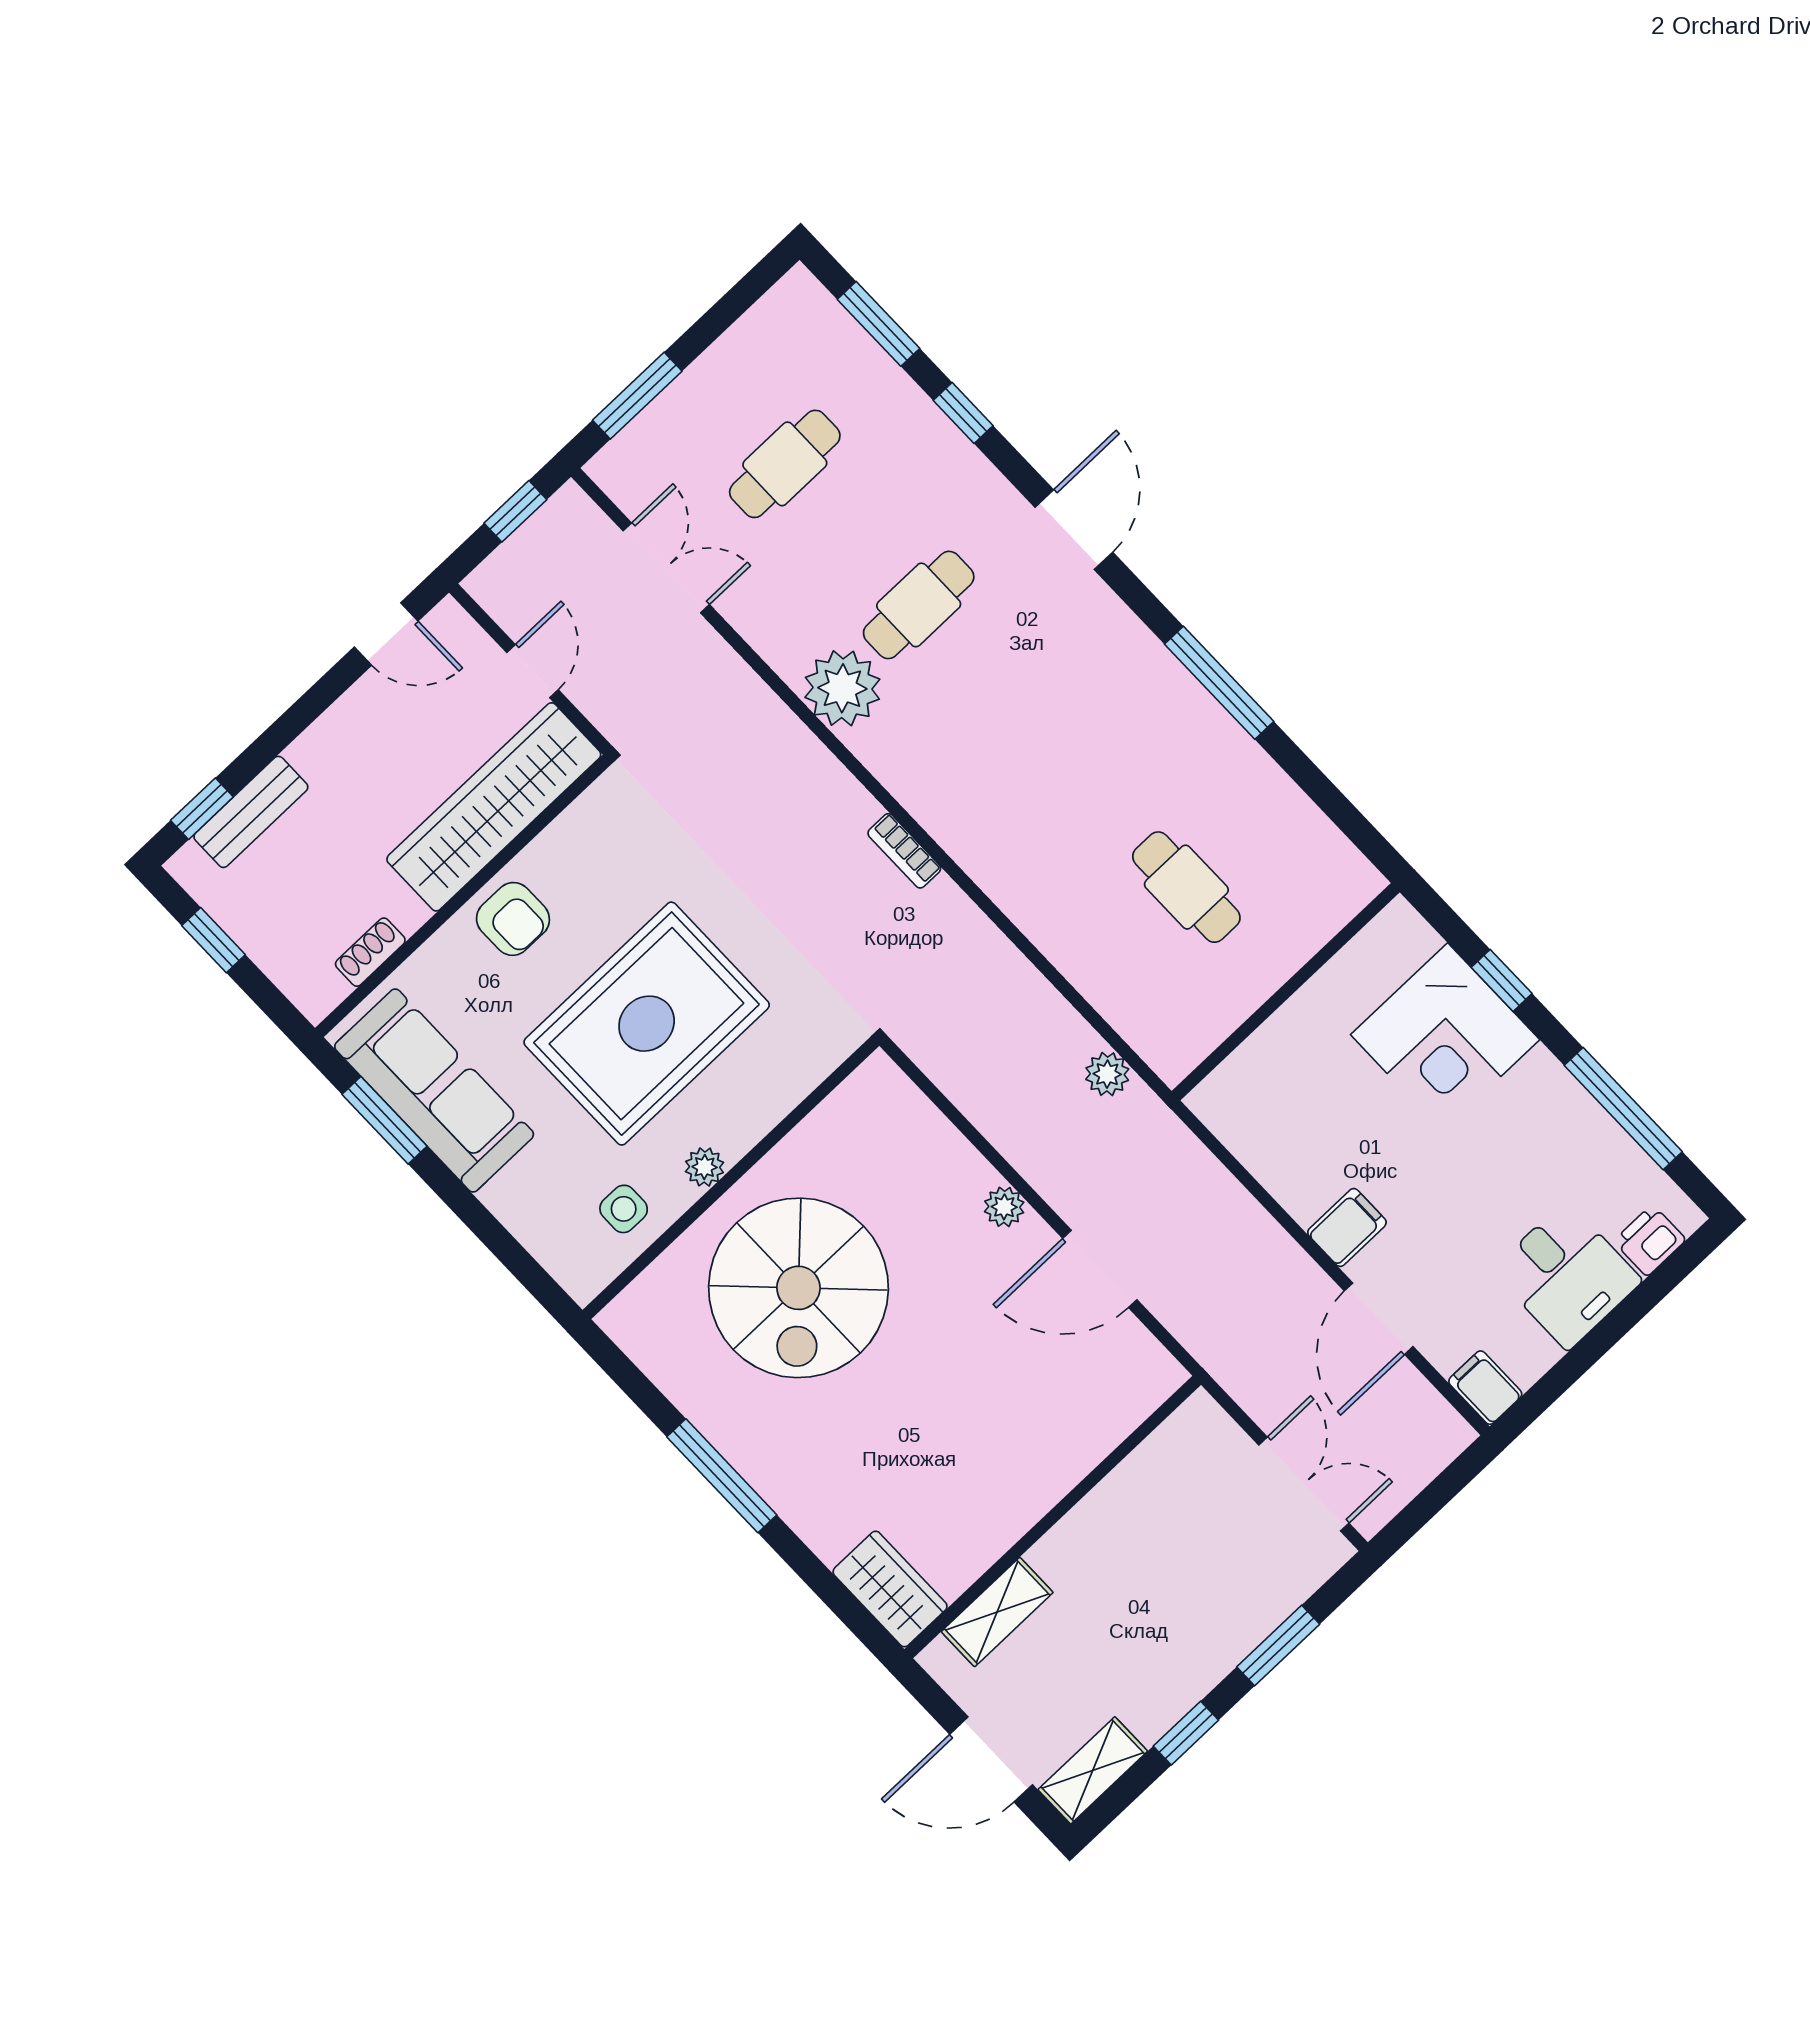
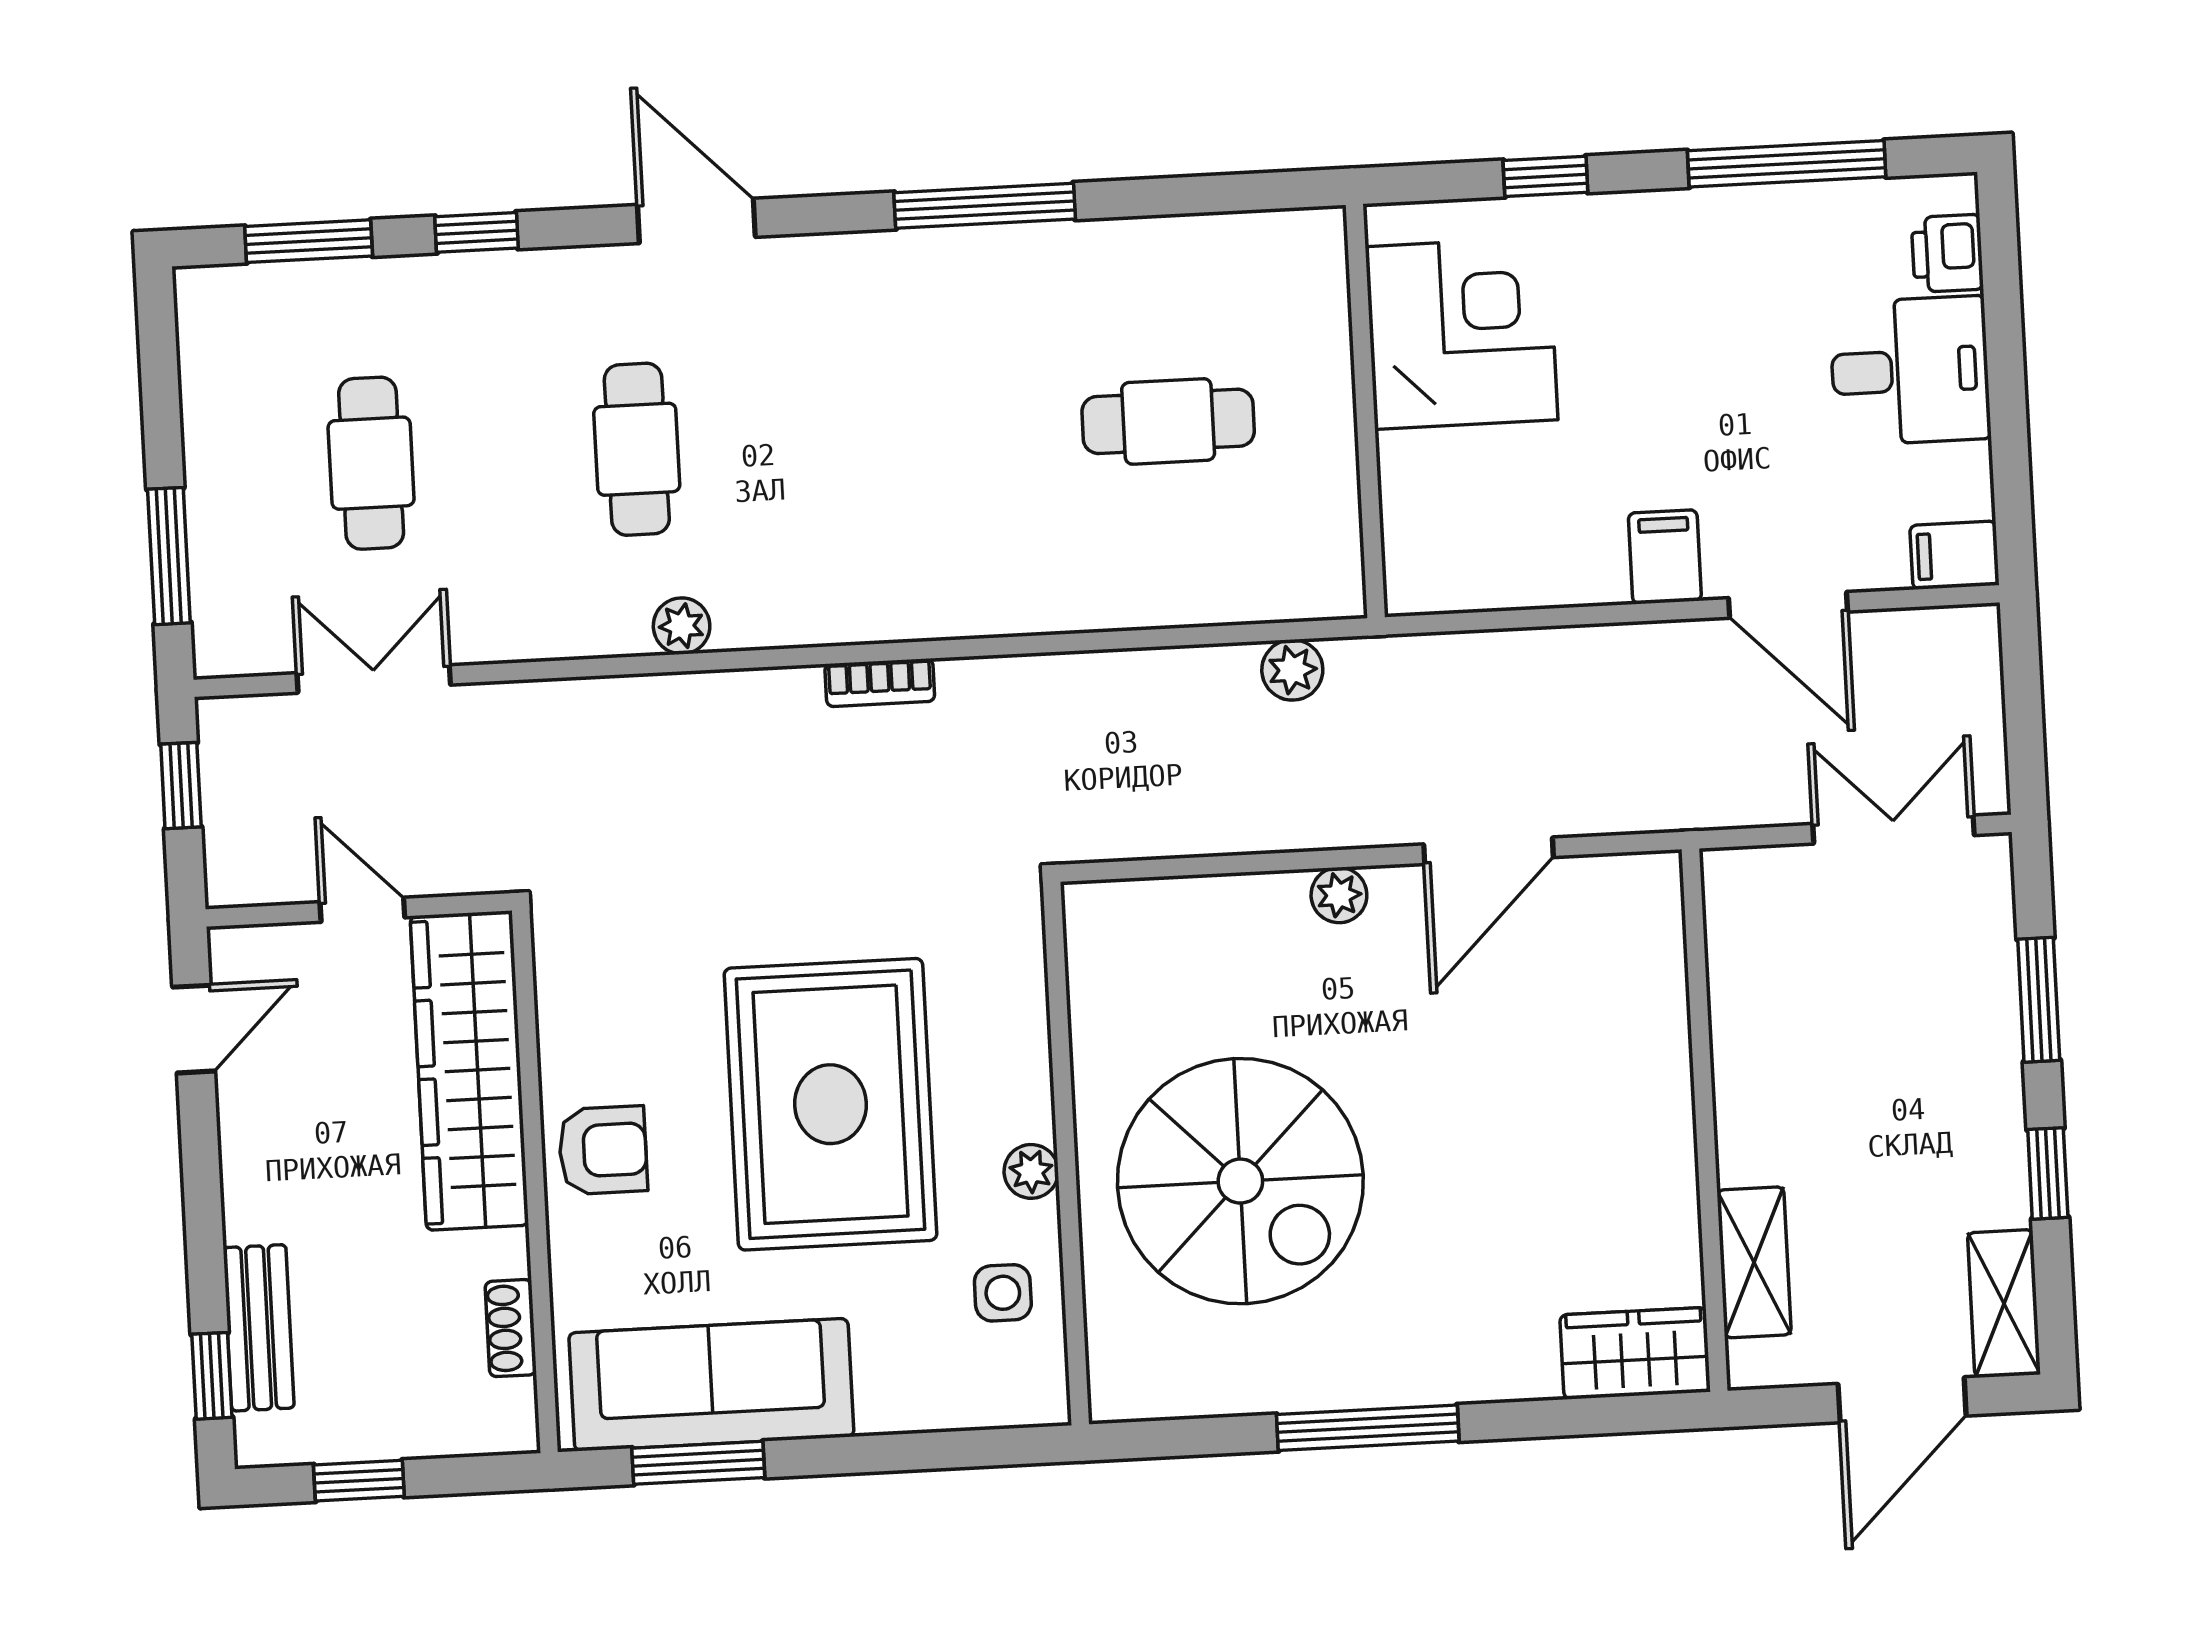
plant: (842, 688) -> (682, 626), width x0.53, depth x0.53
corner desk: (1445, 1037) -> (1462, 333), moved, turned -90

